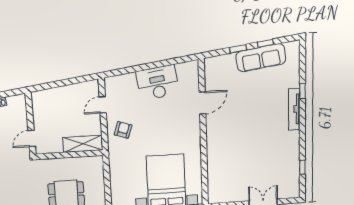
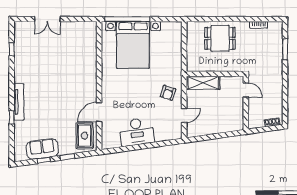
sofa: (261, 58) -> (42, 149), width x0.73
rug: (219, 75) -> (85, 136), added
door: (32, 138) -> (246, 90), hinge flipped

